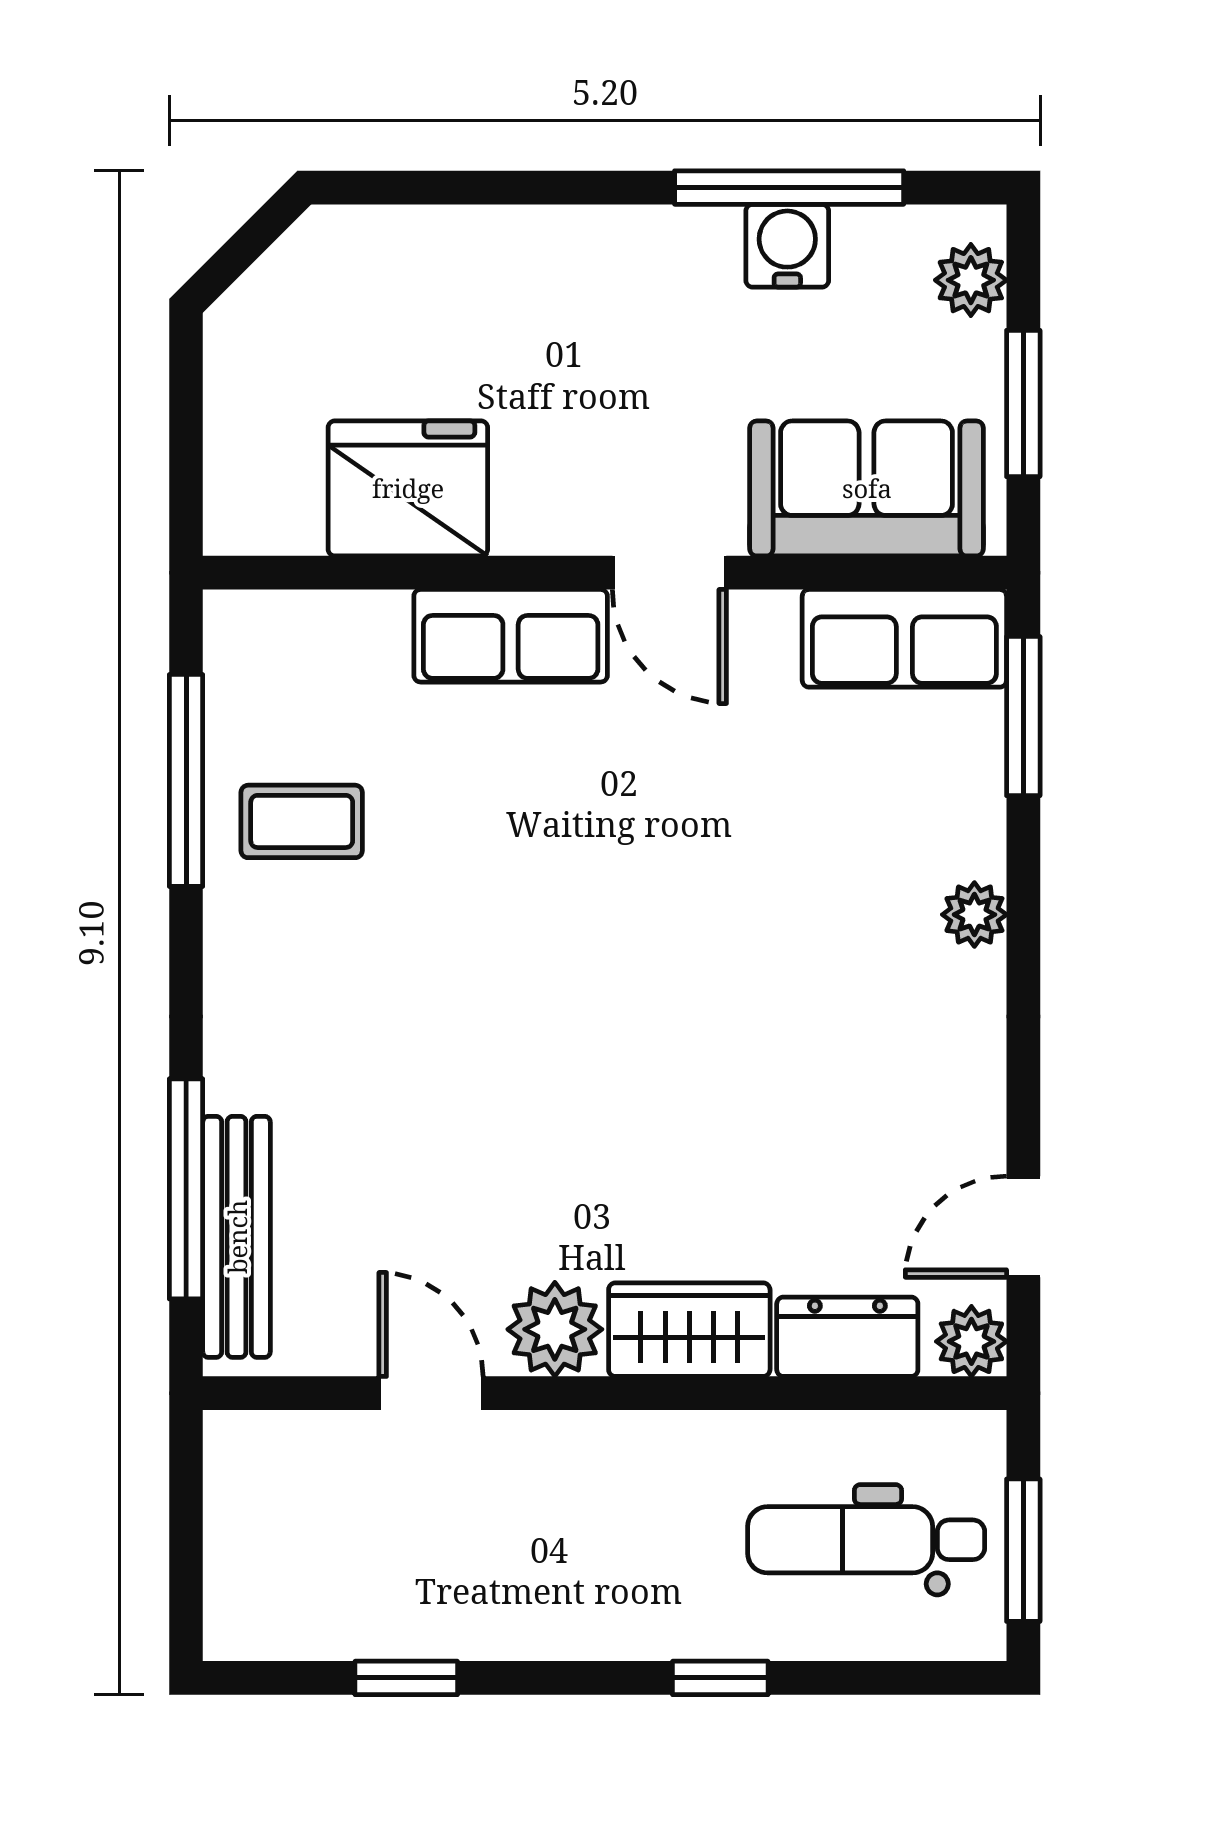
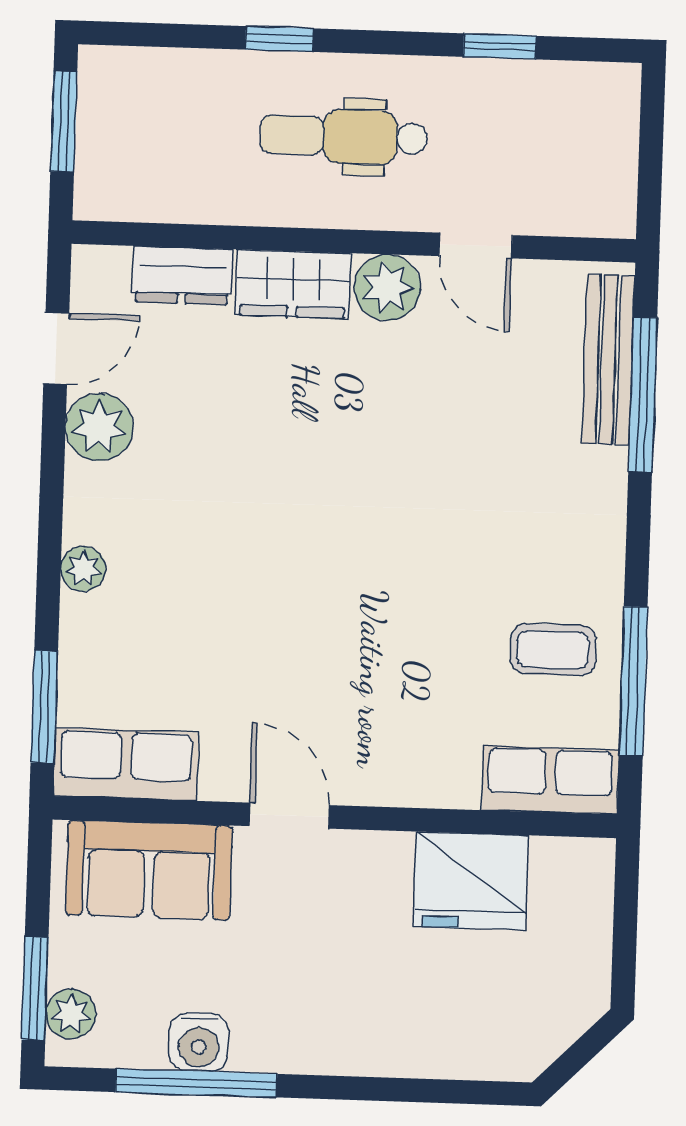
window: (1023, 404) -> (35, 989), moved
row of seats: (511, 636) -> (550, 780), moved
plant: (971, 1341) -> (99, 427), moved, width x1.38, depth x1.38
dental chair: (866, 1540) -> (343, 136), moved, turned 180

